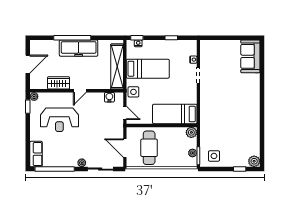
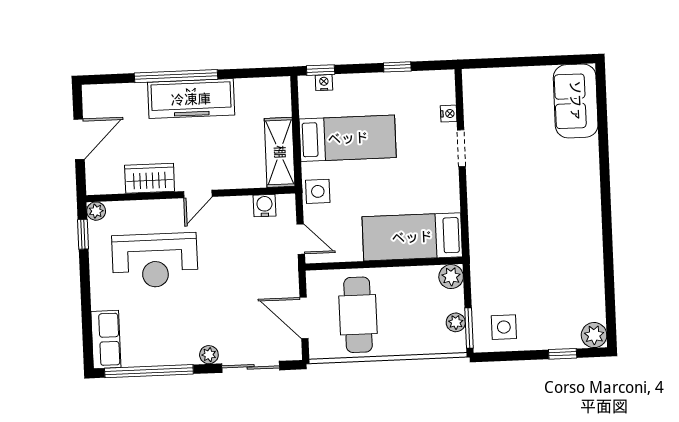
shelving: (117, 67) -> (280, 152), width x0.68

